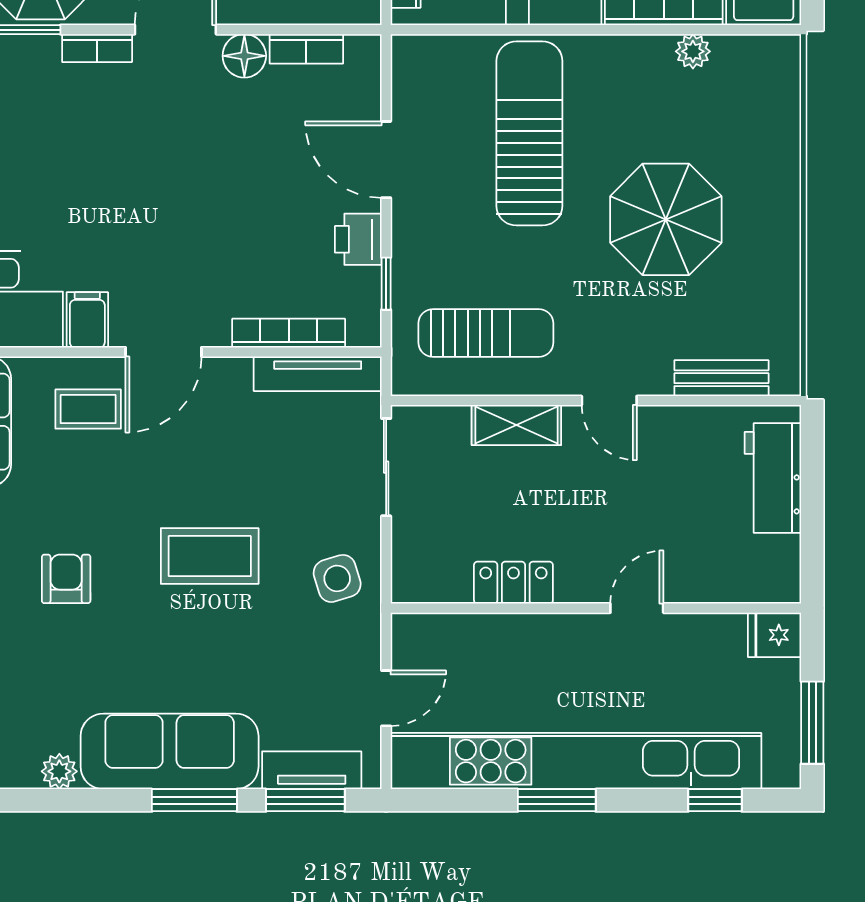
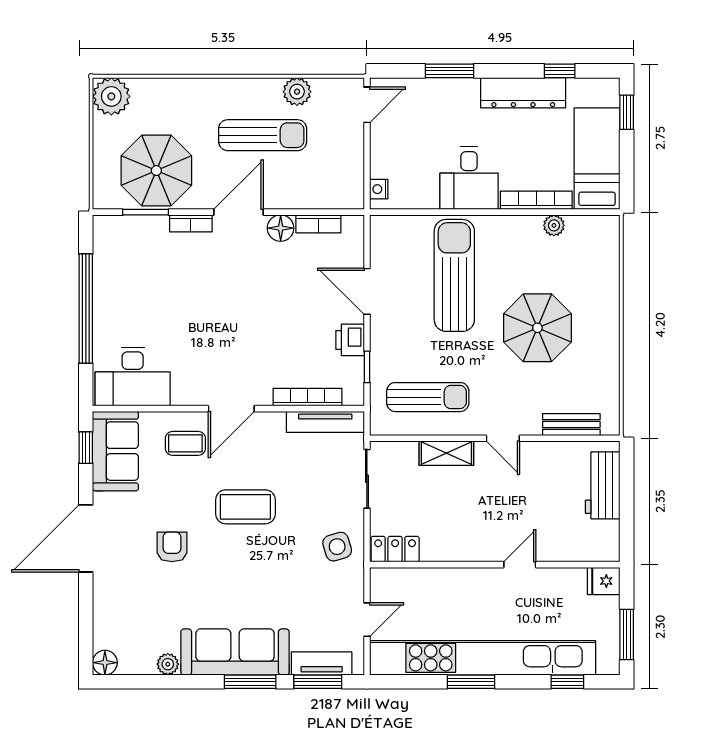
filing cabinet: (87, 320) -> (185, 389), removed
coffee table: (210, 556) -> (245, 507), moved
locker: (513, 583) -> (395, 549), moved

